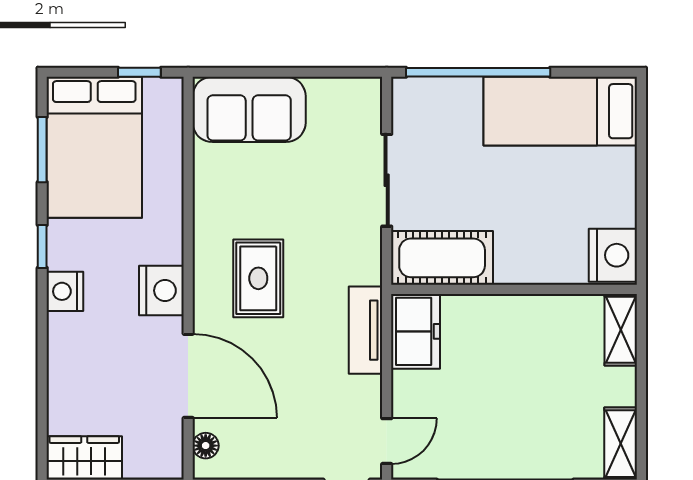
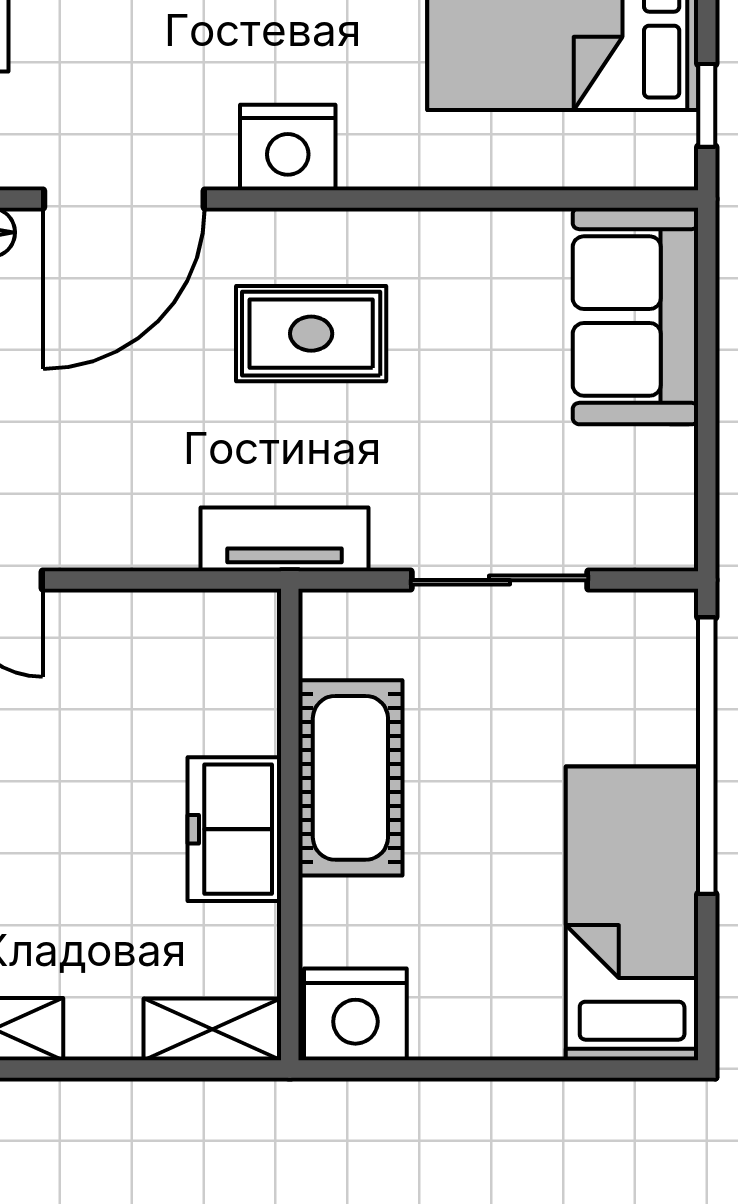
cot: (442, 258) -> (350, 778), moved
tv unit: (365, 330) -> (284, 539), moved
freezer: (415, 331) -> (234, 829), moved, turned 90

